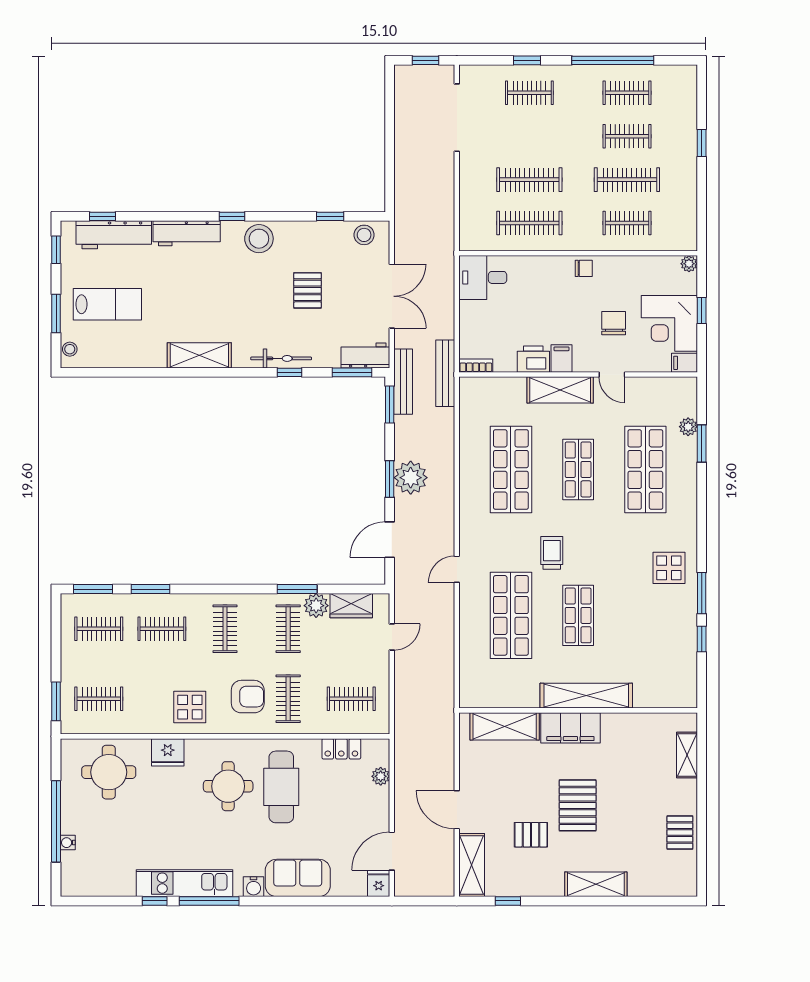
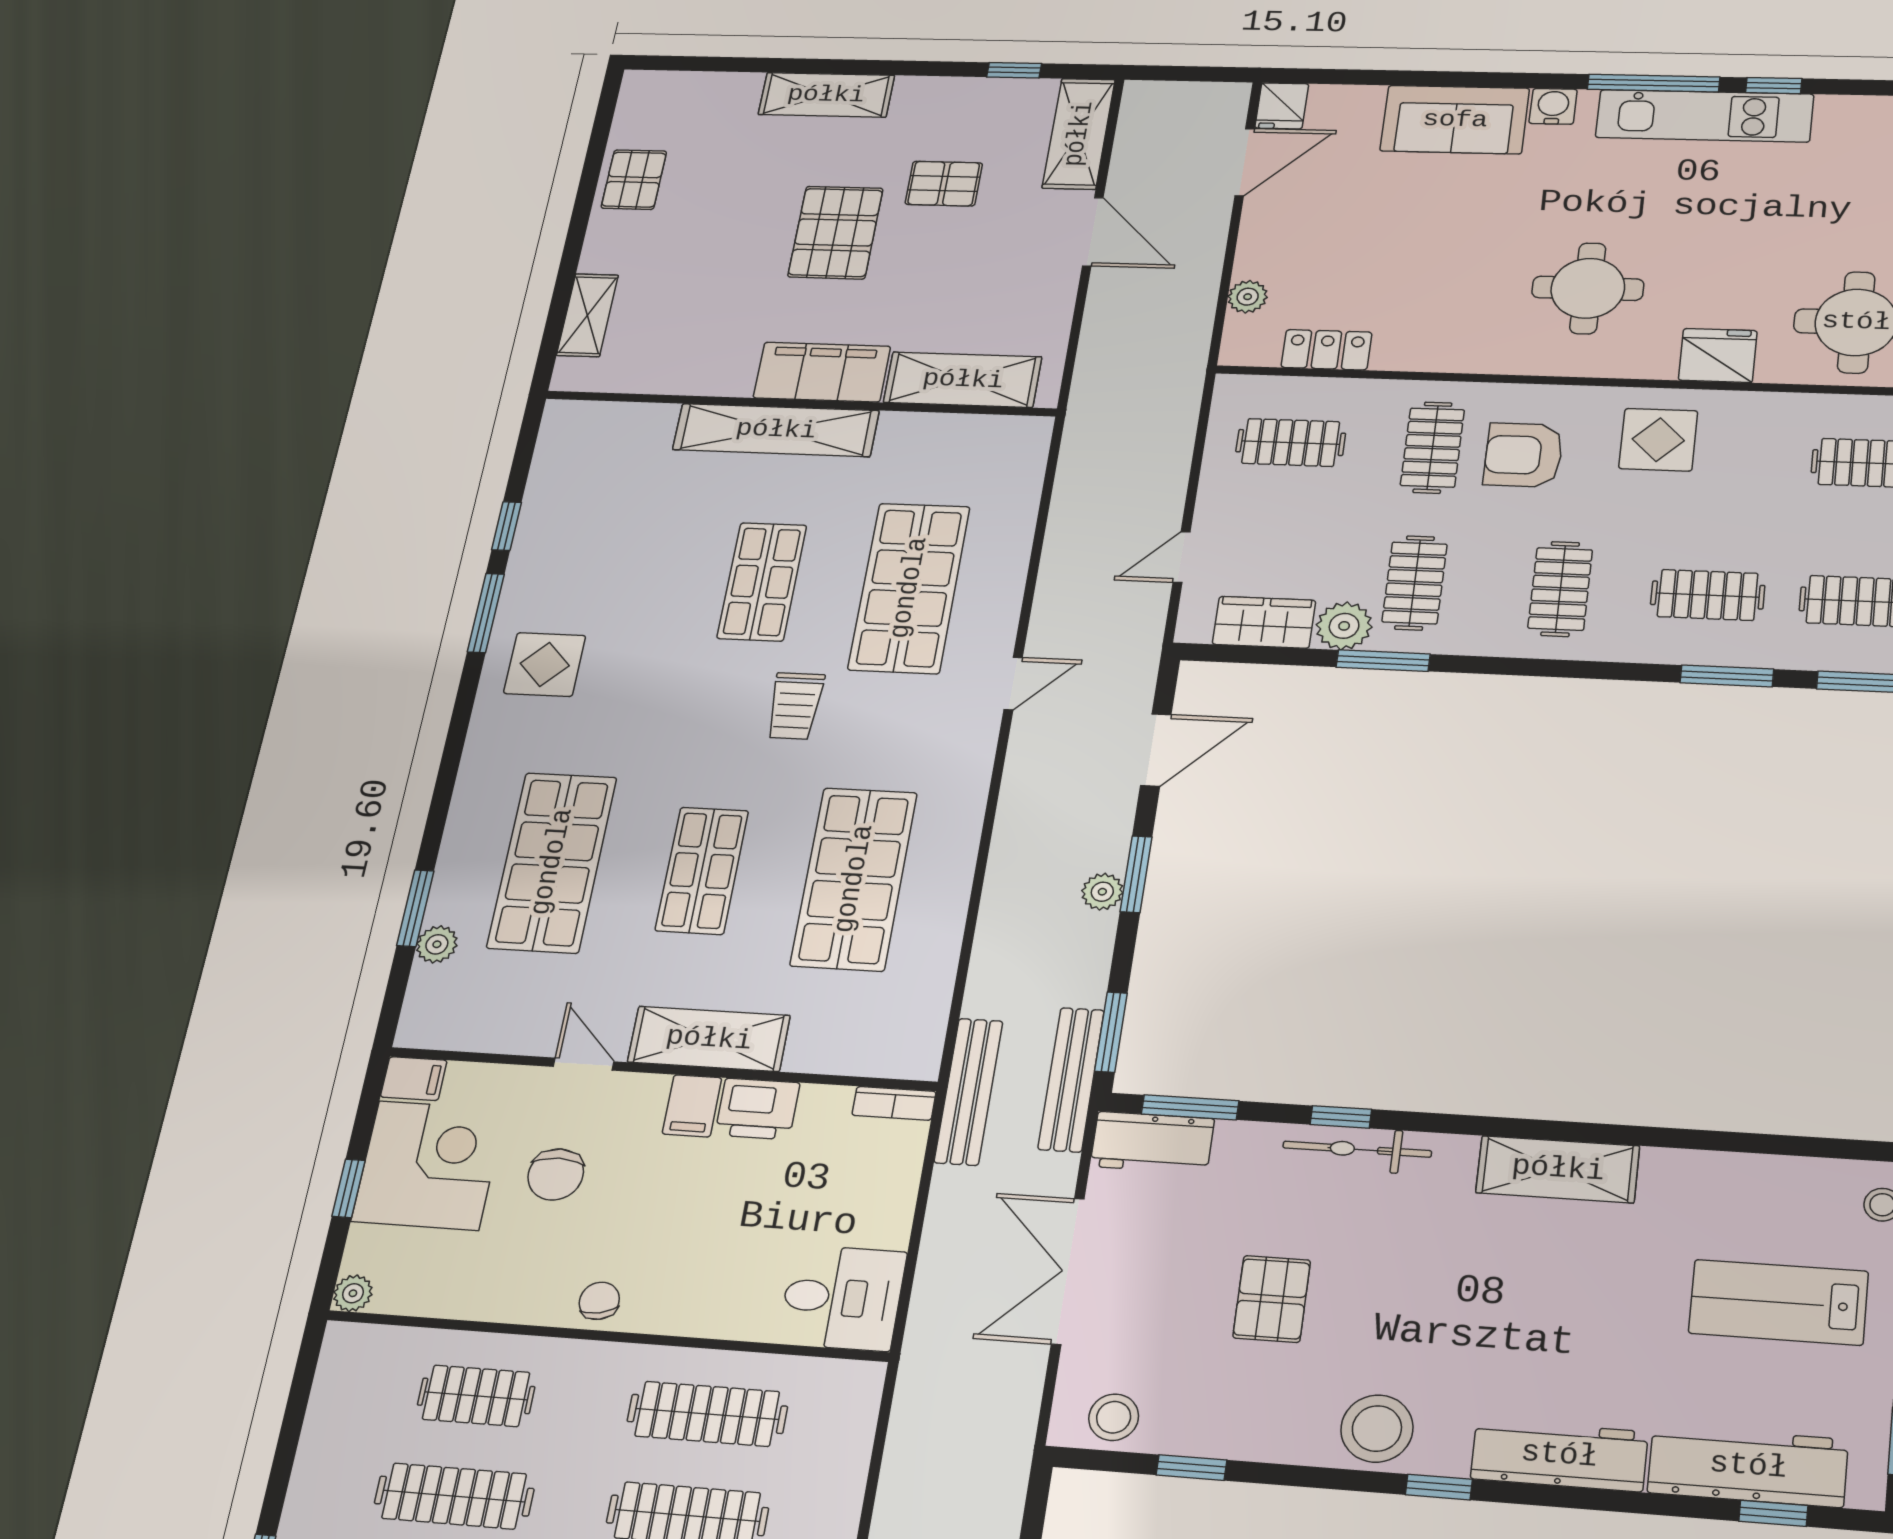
chair: (584, 268) -> (599, 1301), turned 78
plant: (411, 478) -> (1102, 892), width x0.53, depth x0.53
cafe table: (281, 787) -> (1469, 284), removed

